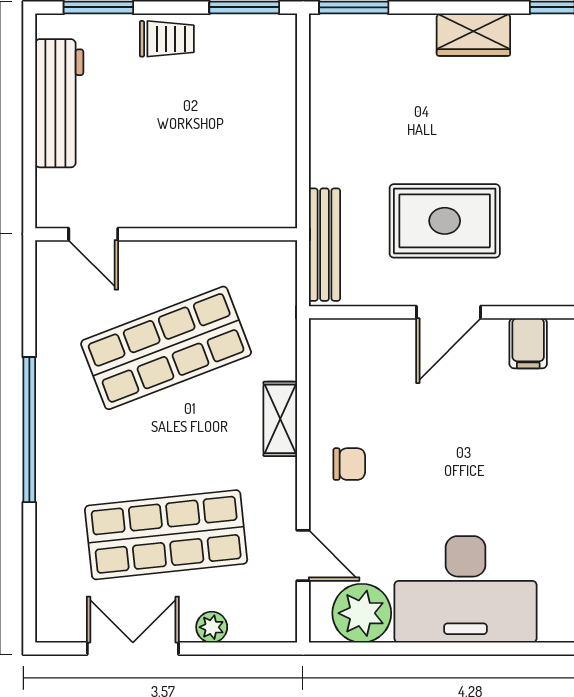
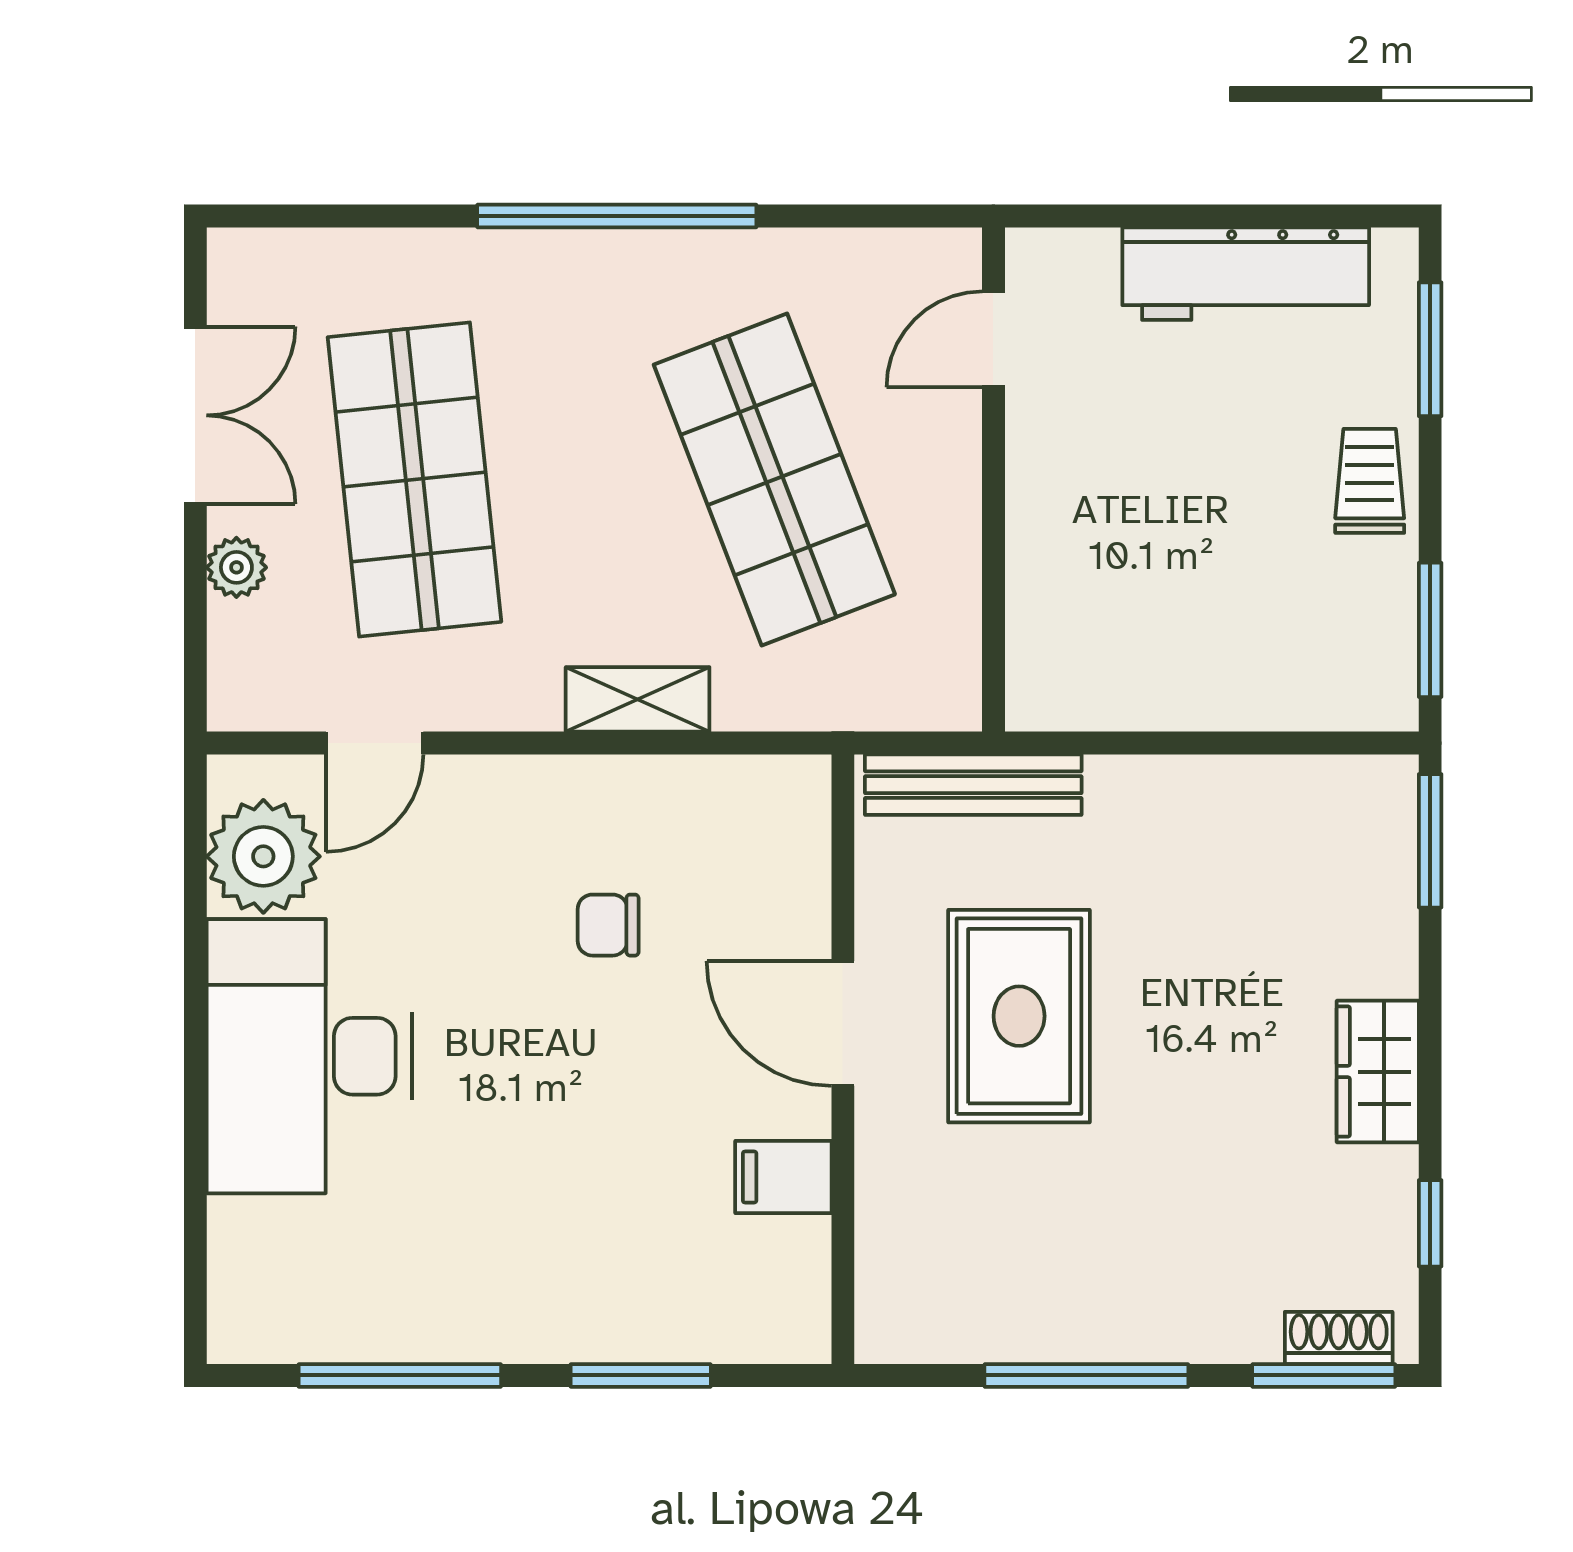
trolley: (167, 39) -> (1370, 481), turned 180
chair: (349, 464) -> (608, 925), moved, turned 90

